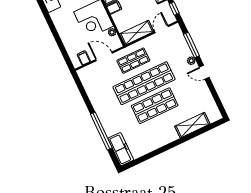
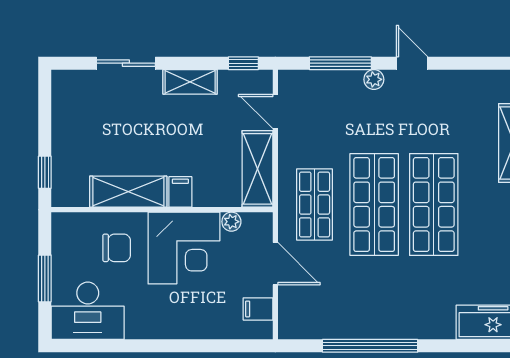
door: (104, 56) -> (275, 264), swing flipped
door: (204, 72) -> (412, 63), swing flipped
shop shelf: (144, 83) -> (374, 205), width x0.71
window: (101, 131) -> (370, 346), moved

